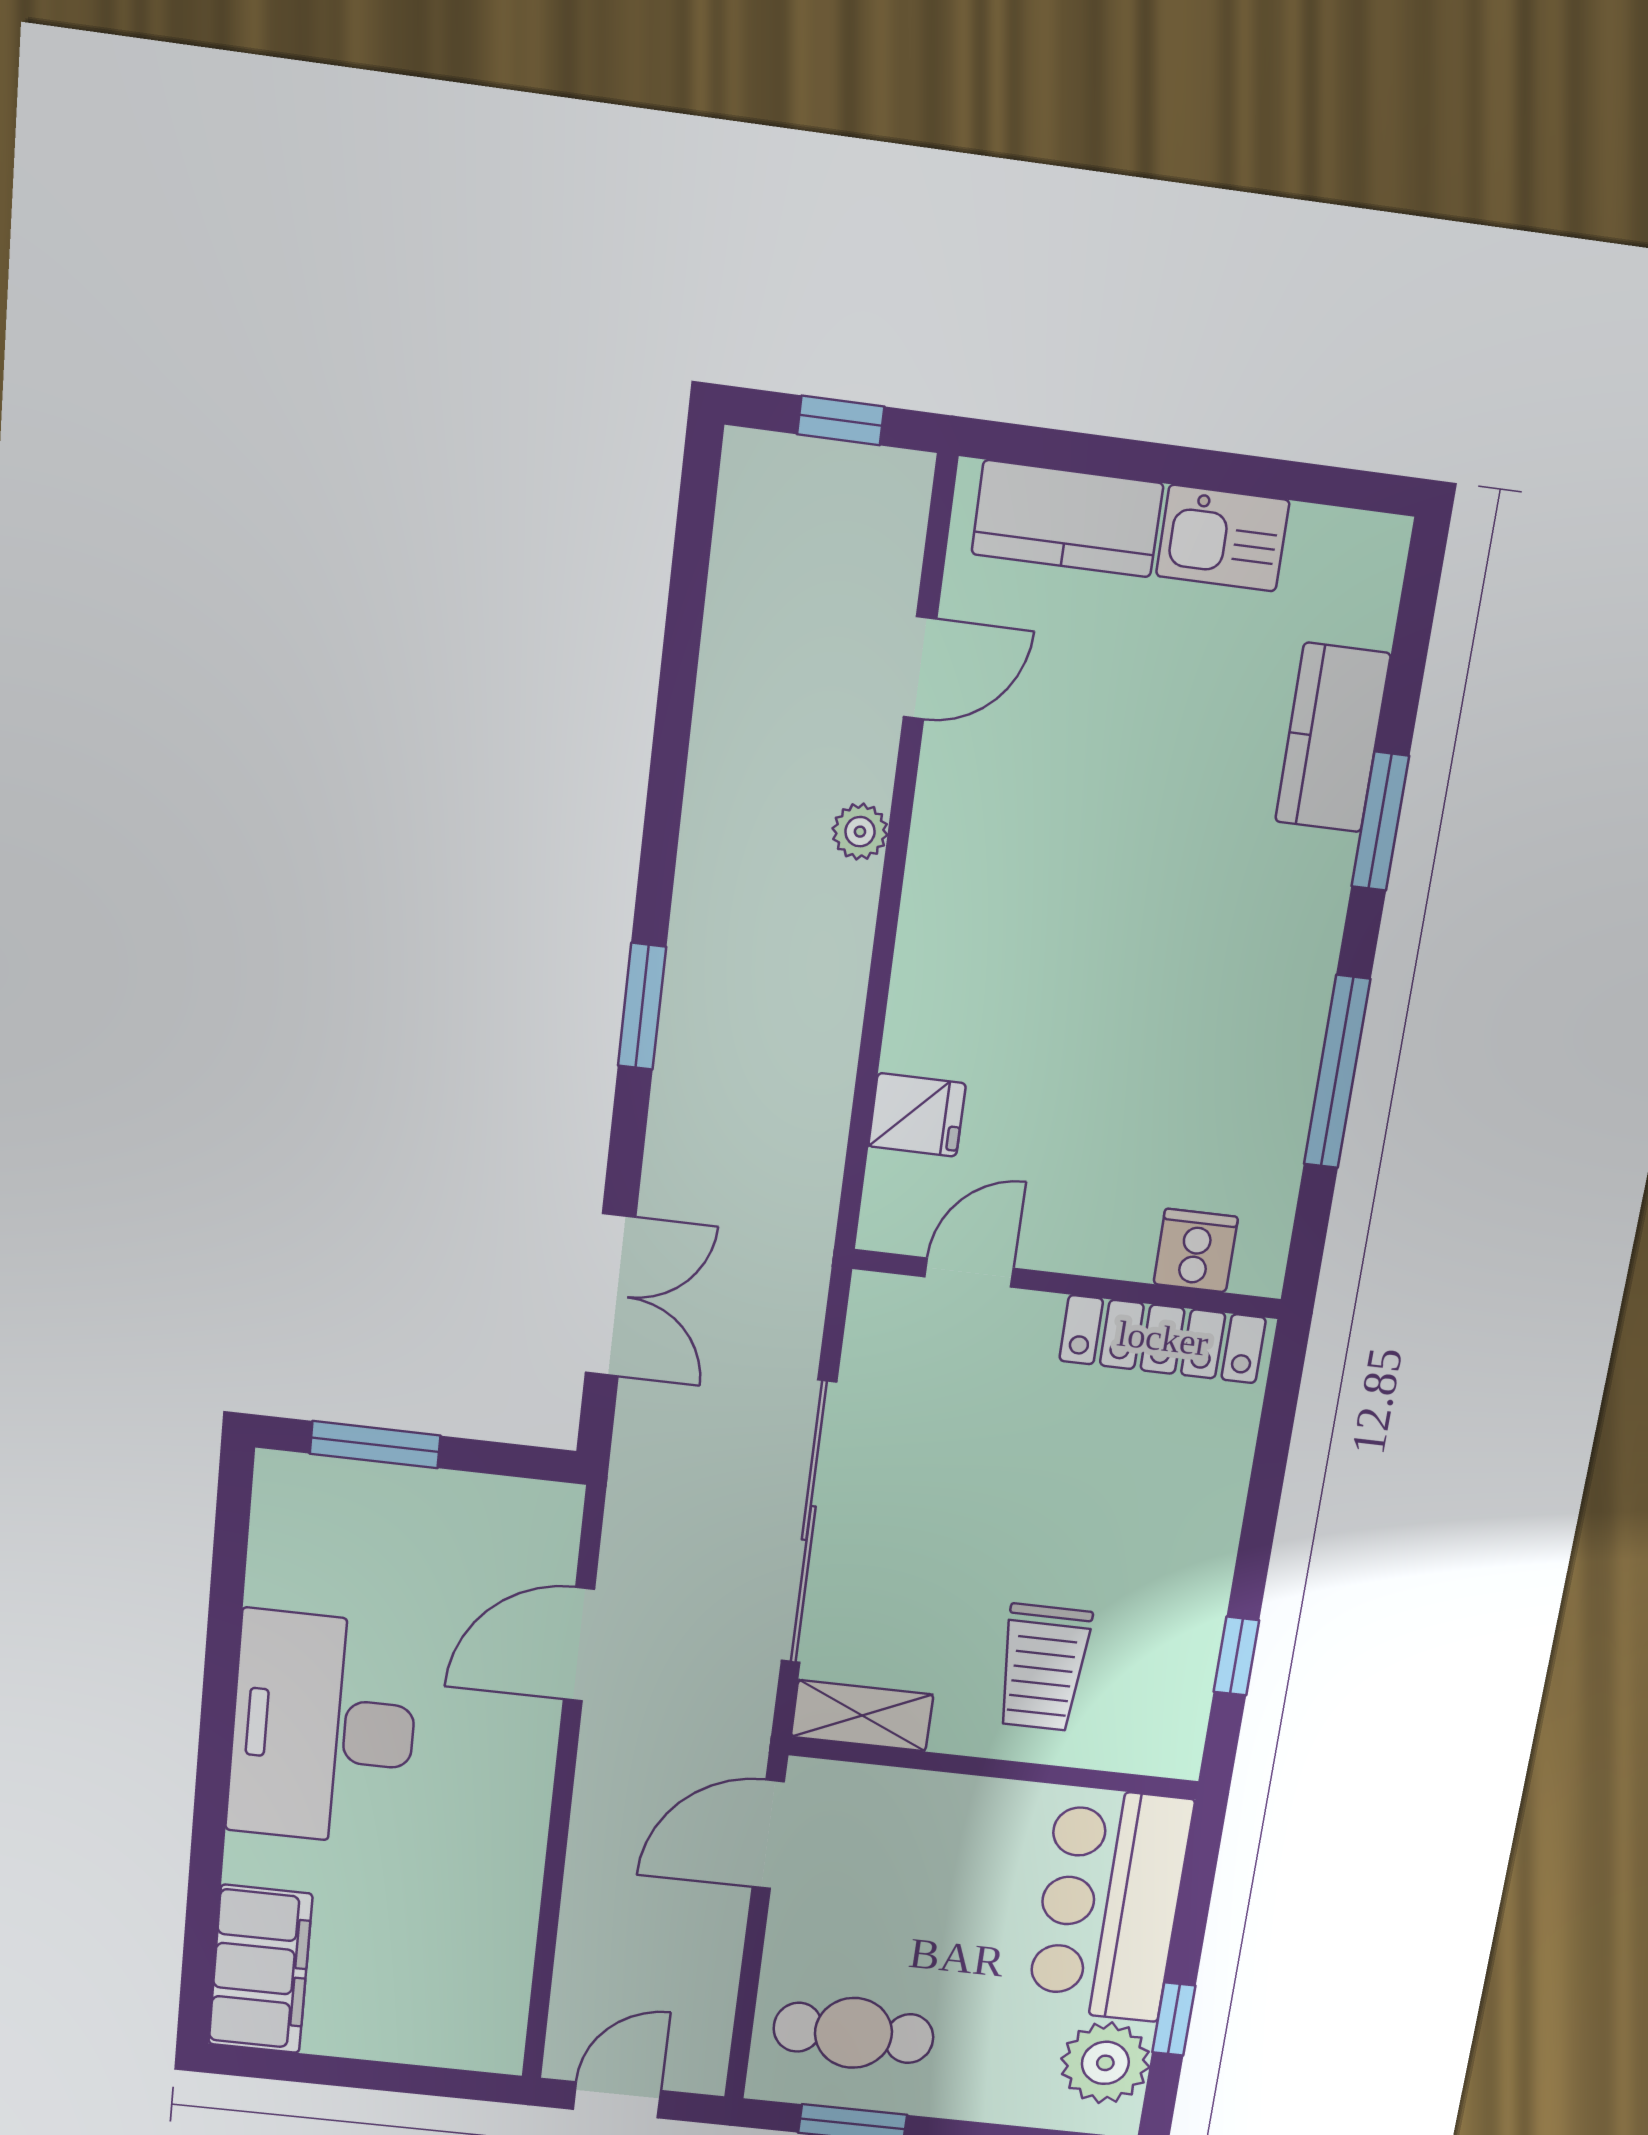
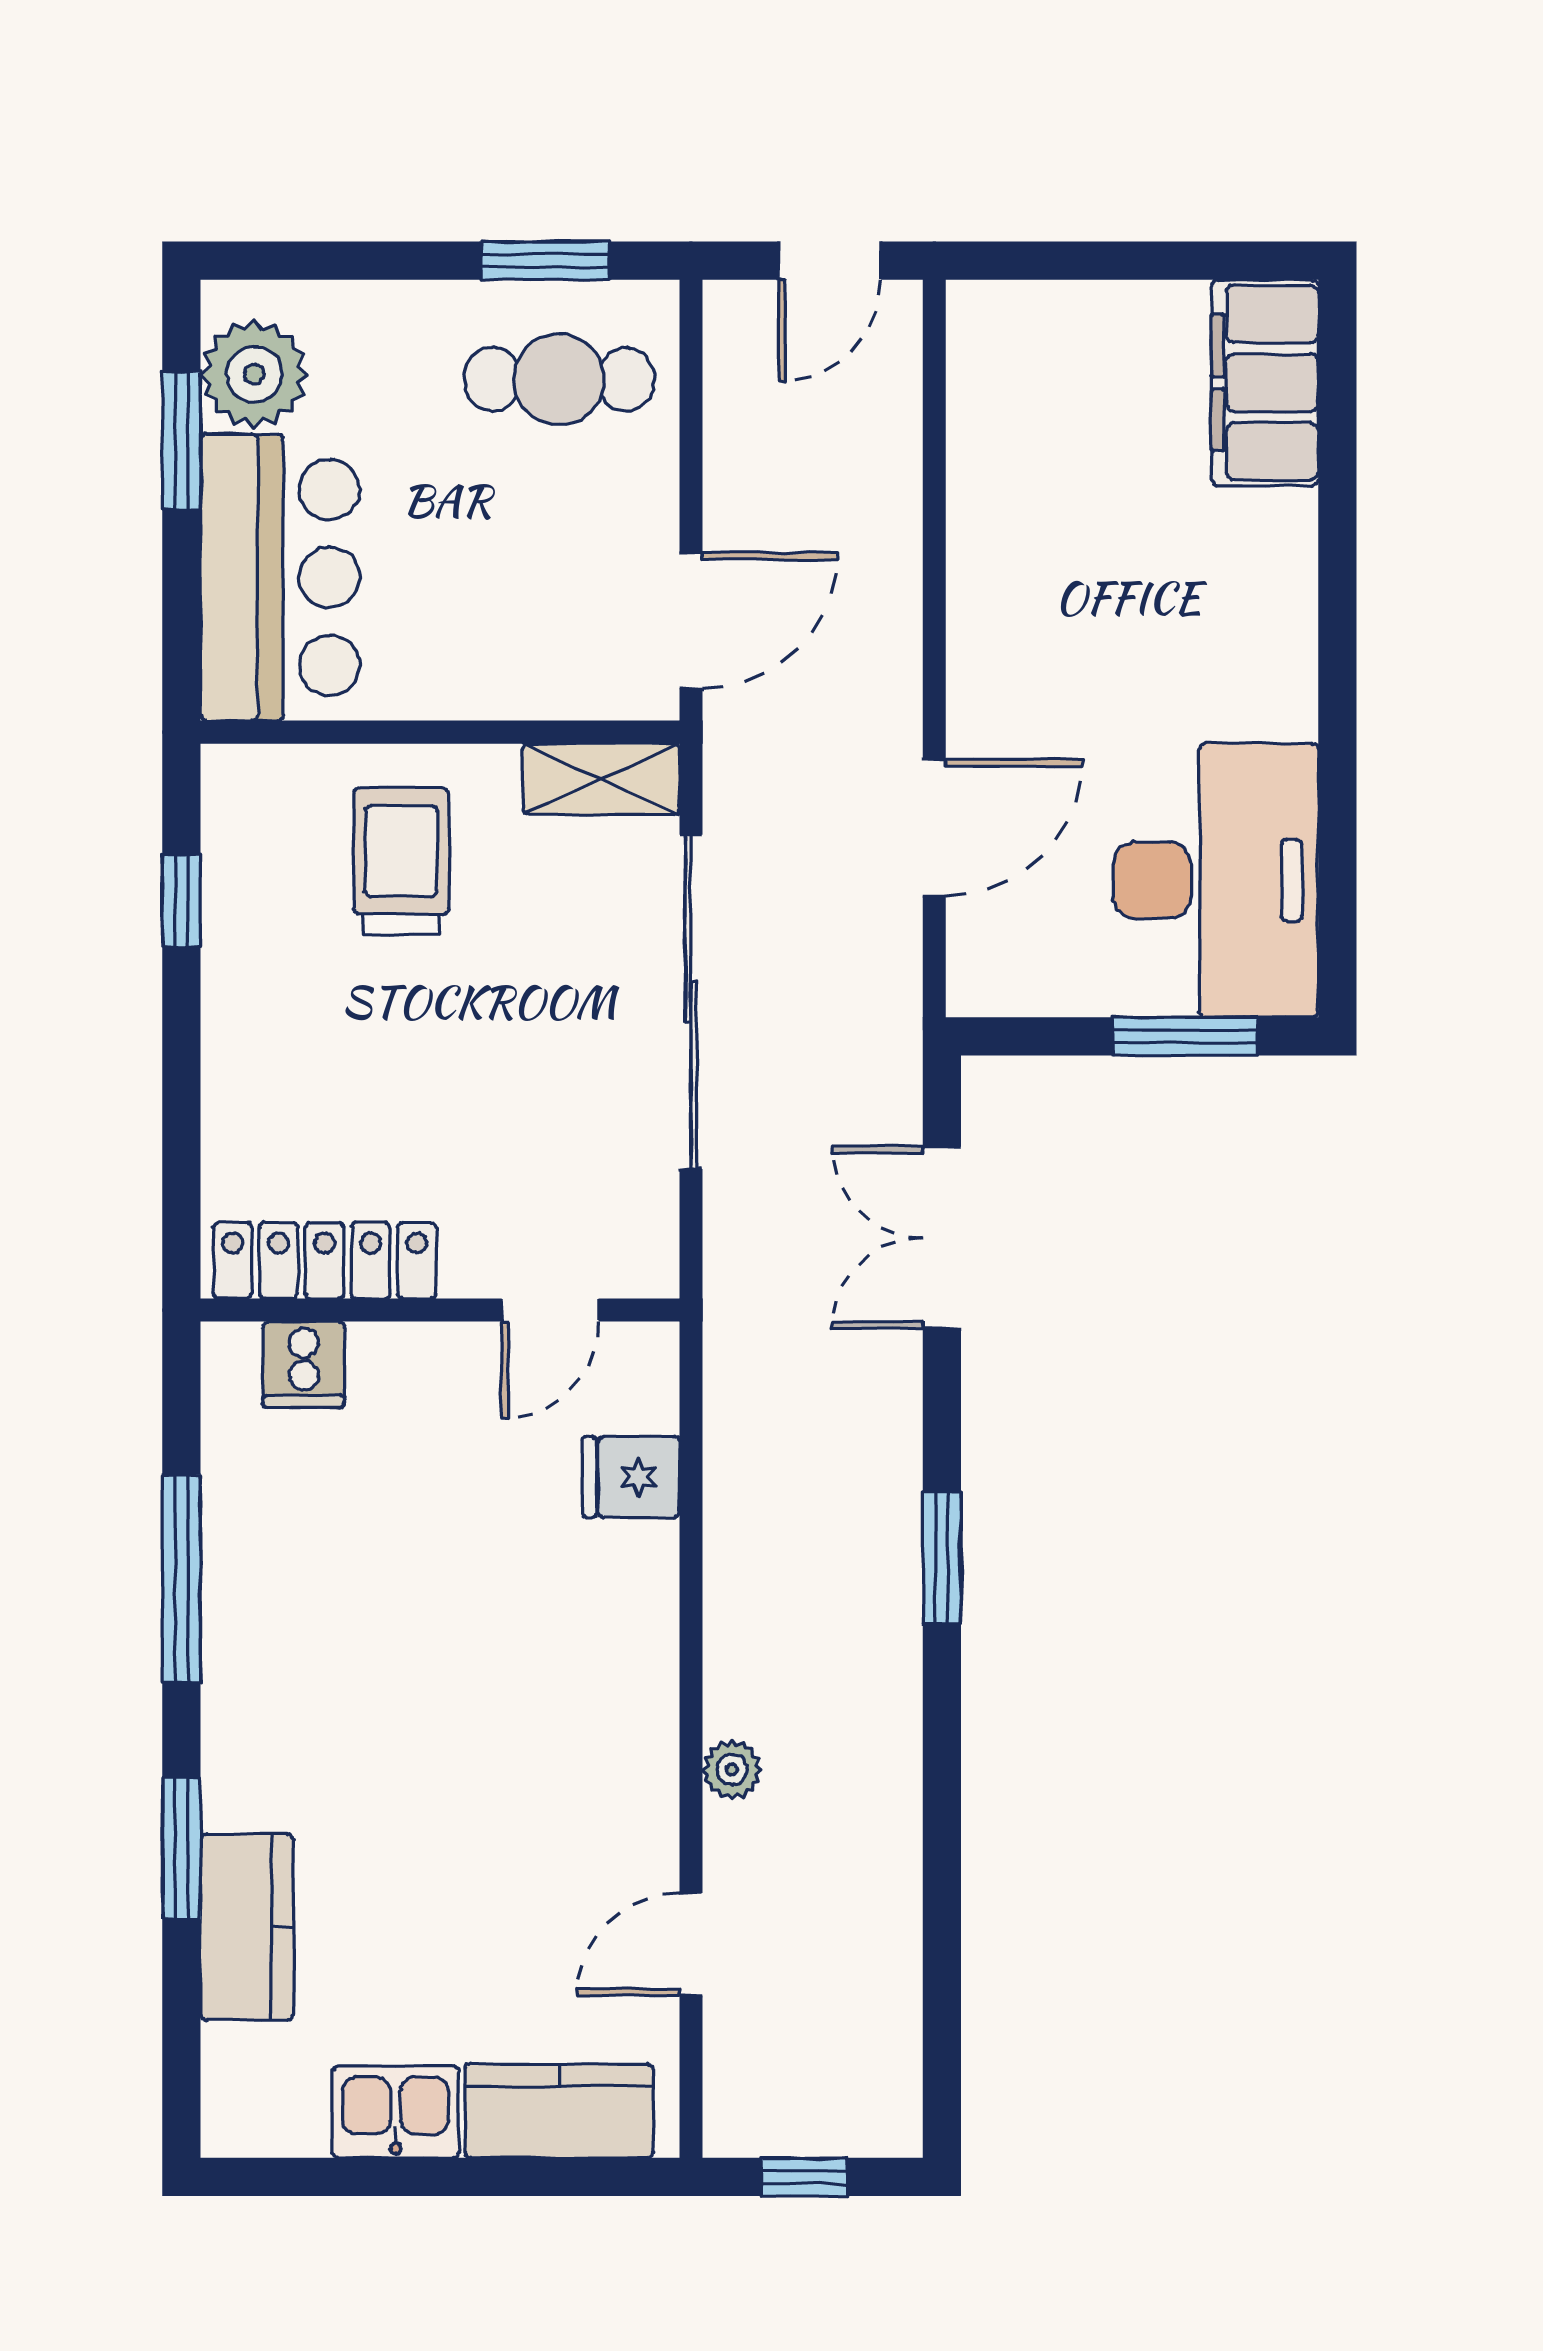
desk: (323, 1729) -> (1216, 880), moved
window: (1174, 2019) -> (181, 440), width x1.50

